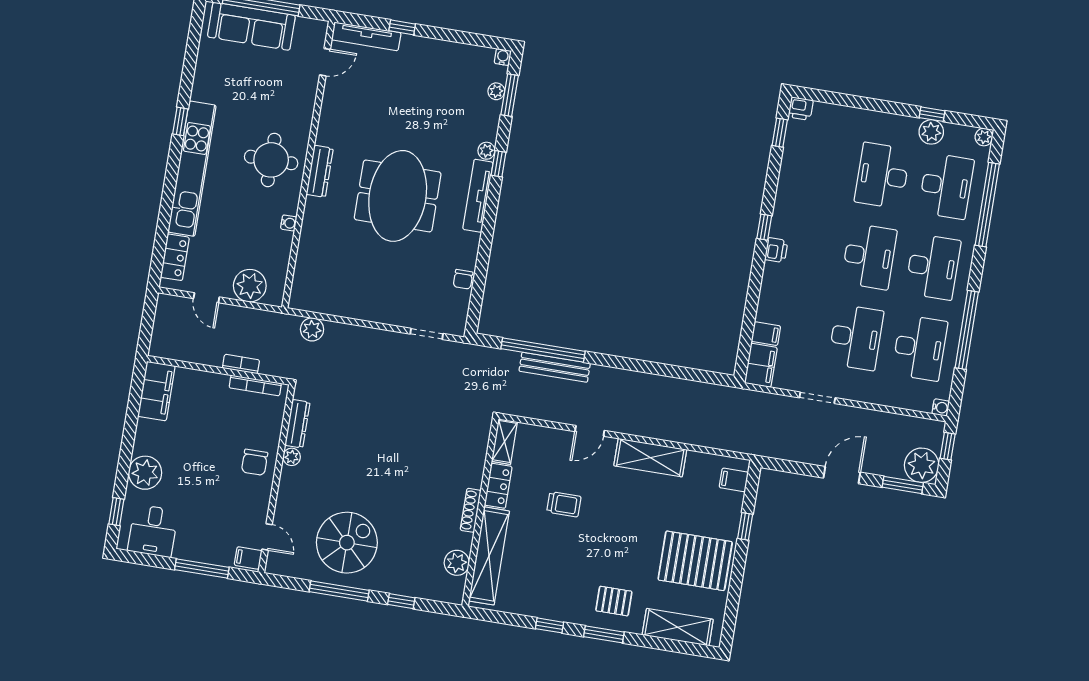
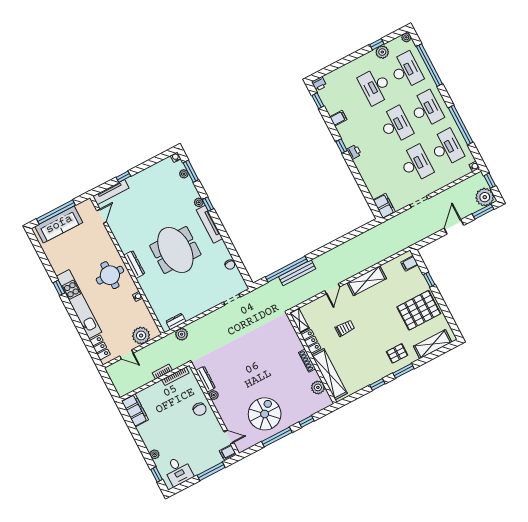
dresser: (318, 304) -> (176, 321), added
filing cabinet: (766, 334) -> (338, 118), moved
plant: (145, 473) -> (155, 454), width x0.53, depth x0.53

